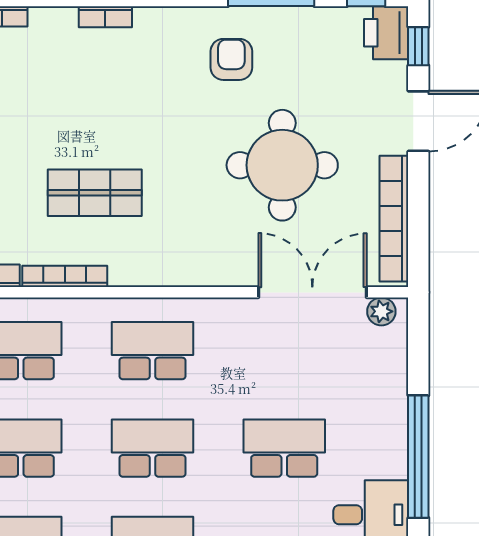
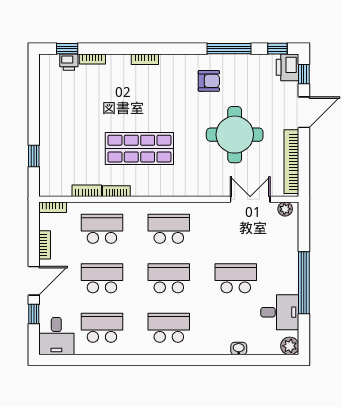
armchair: (231, 59) -> (209, 81), turned 90
shop shelf: (95, 193) -> (139, 149), width x1.43, depth x1.36
bookcase: (65, 276) -> (116, 191), width x0.64
double door: (312, 292) -> (250, 199), width x0.73

